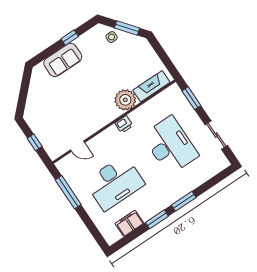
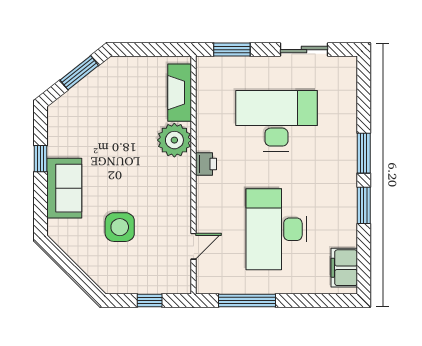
side table: (112, 37) -> (120, 227), moved, width x1.87, depth x1.87
desk: (115, 183) -> (276, 229), turned 180
filing cabinet: (129, 223) -> (344, 268), moved

